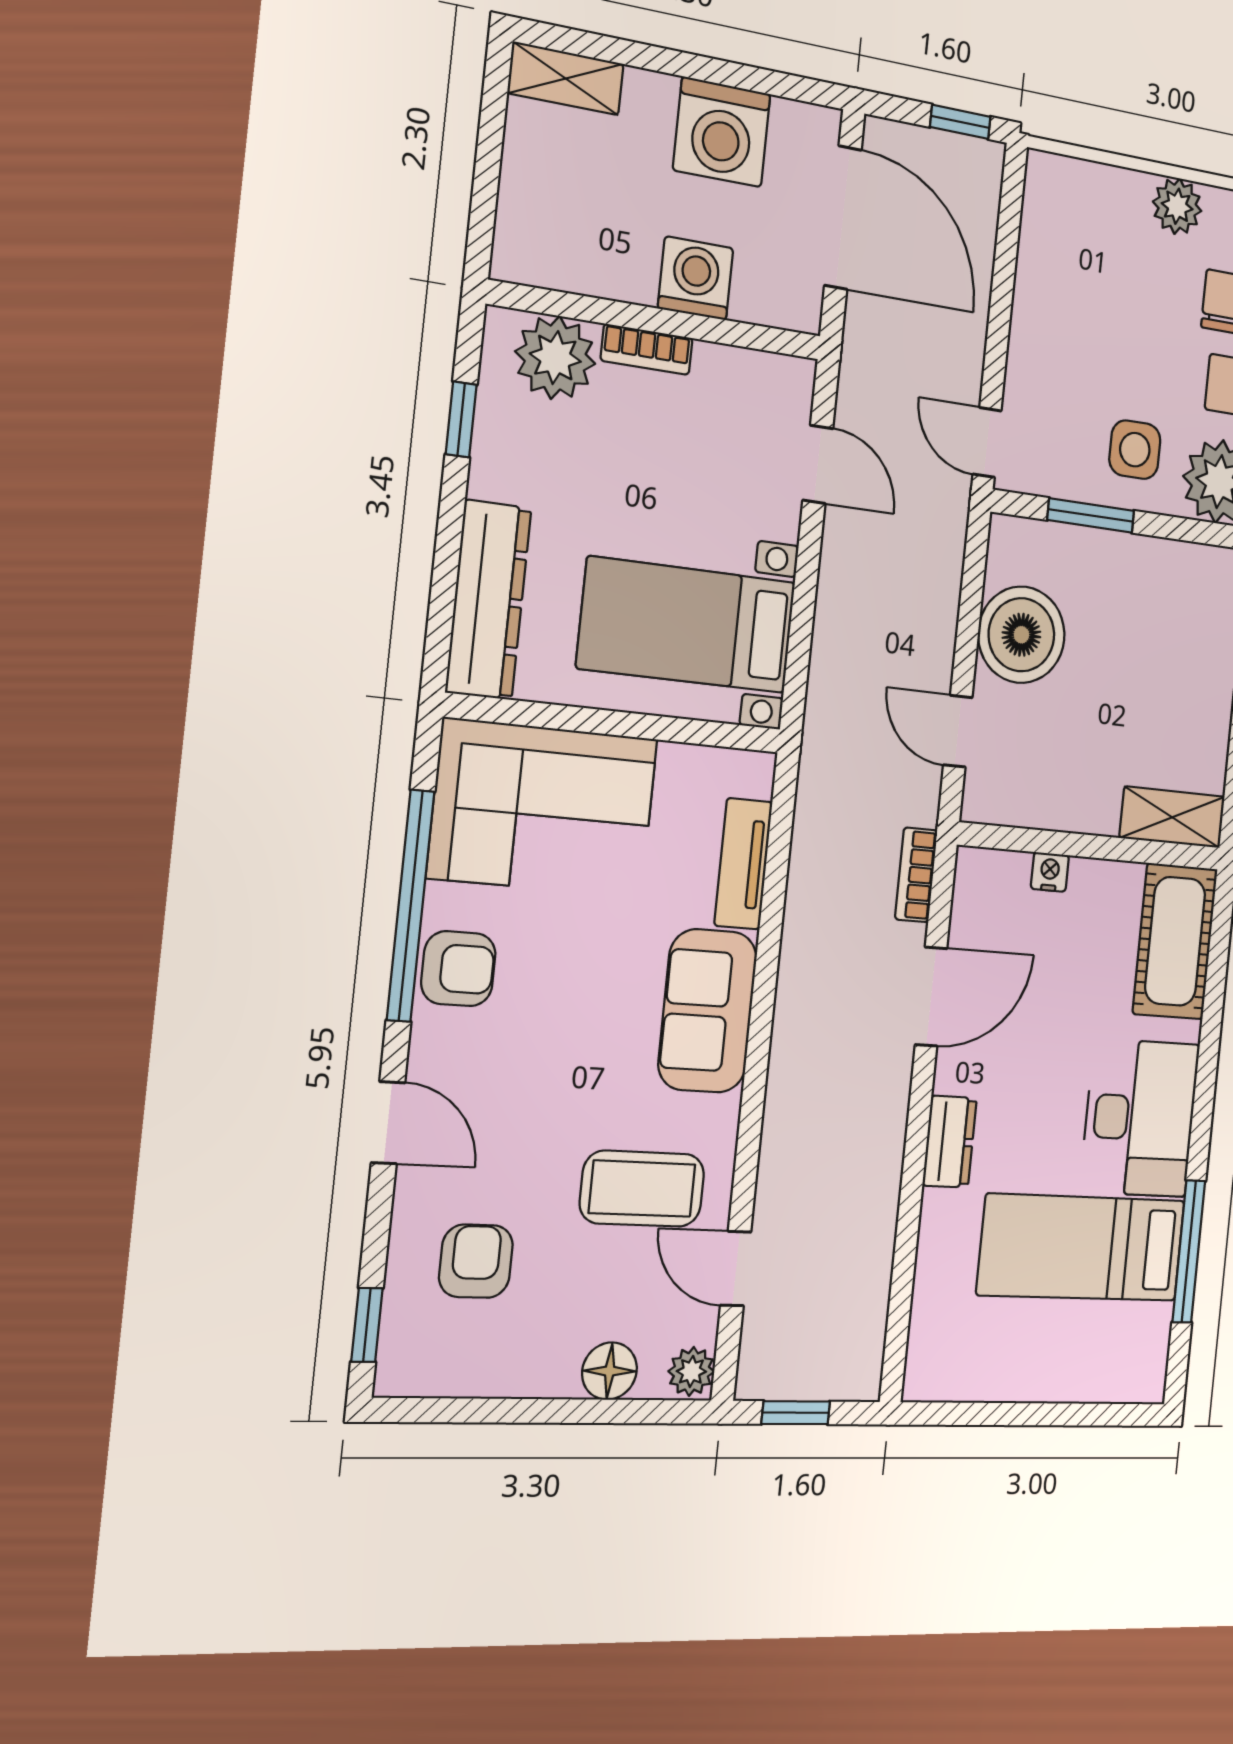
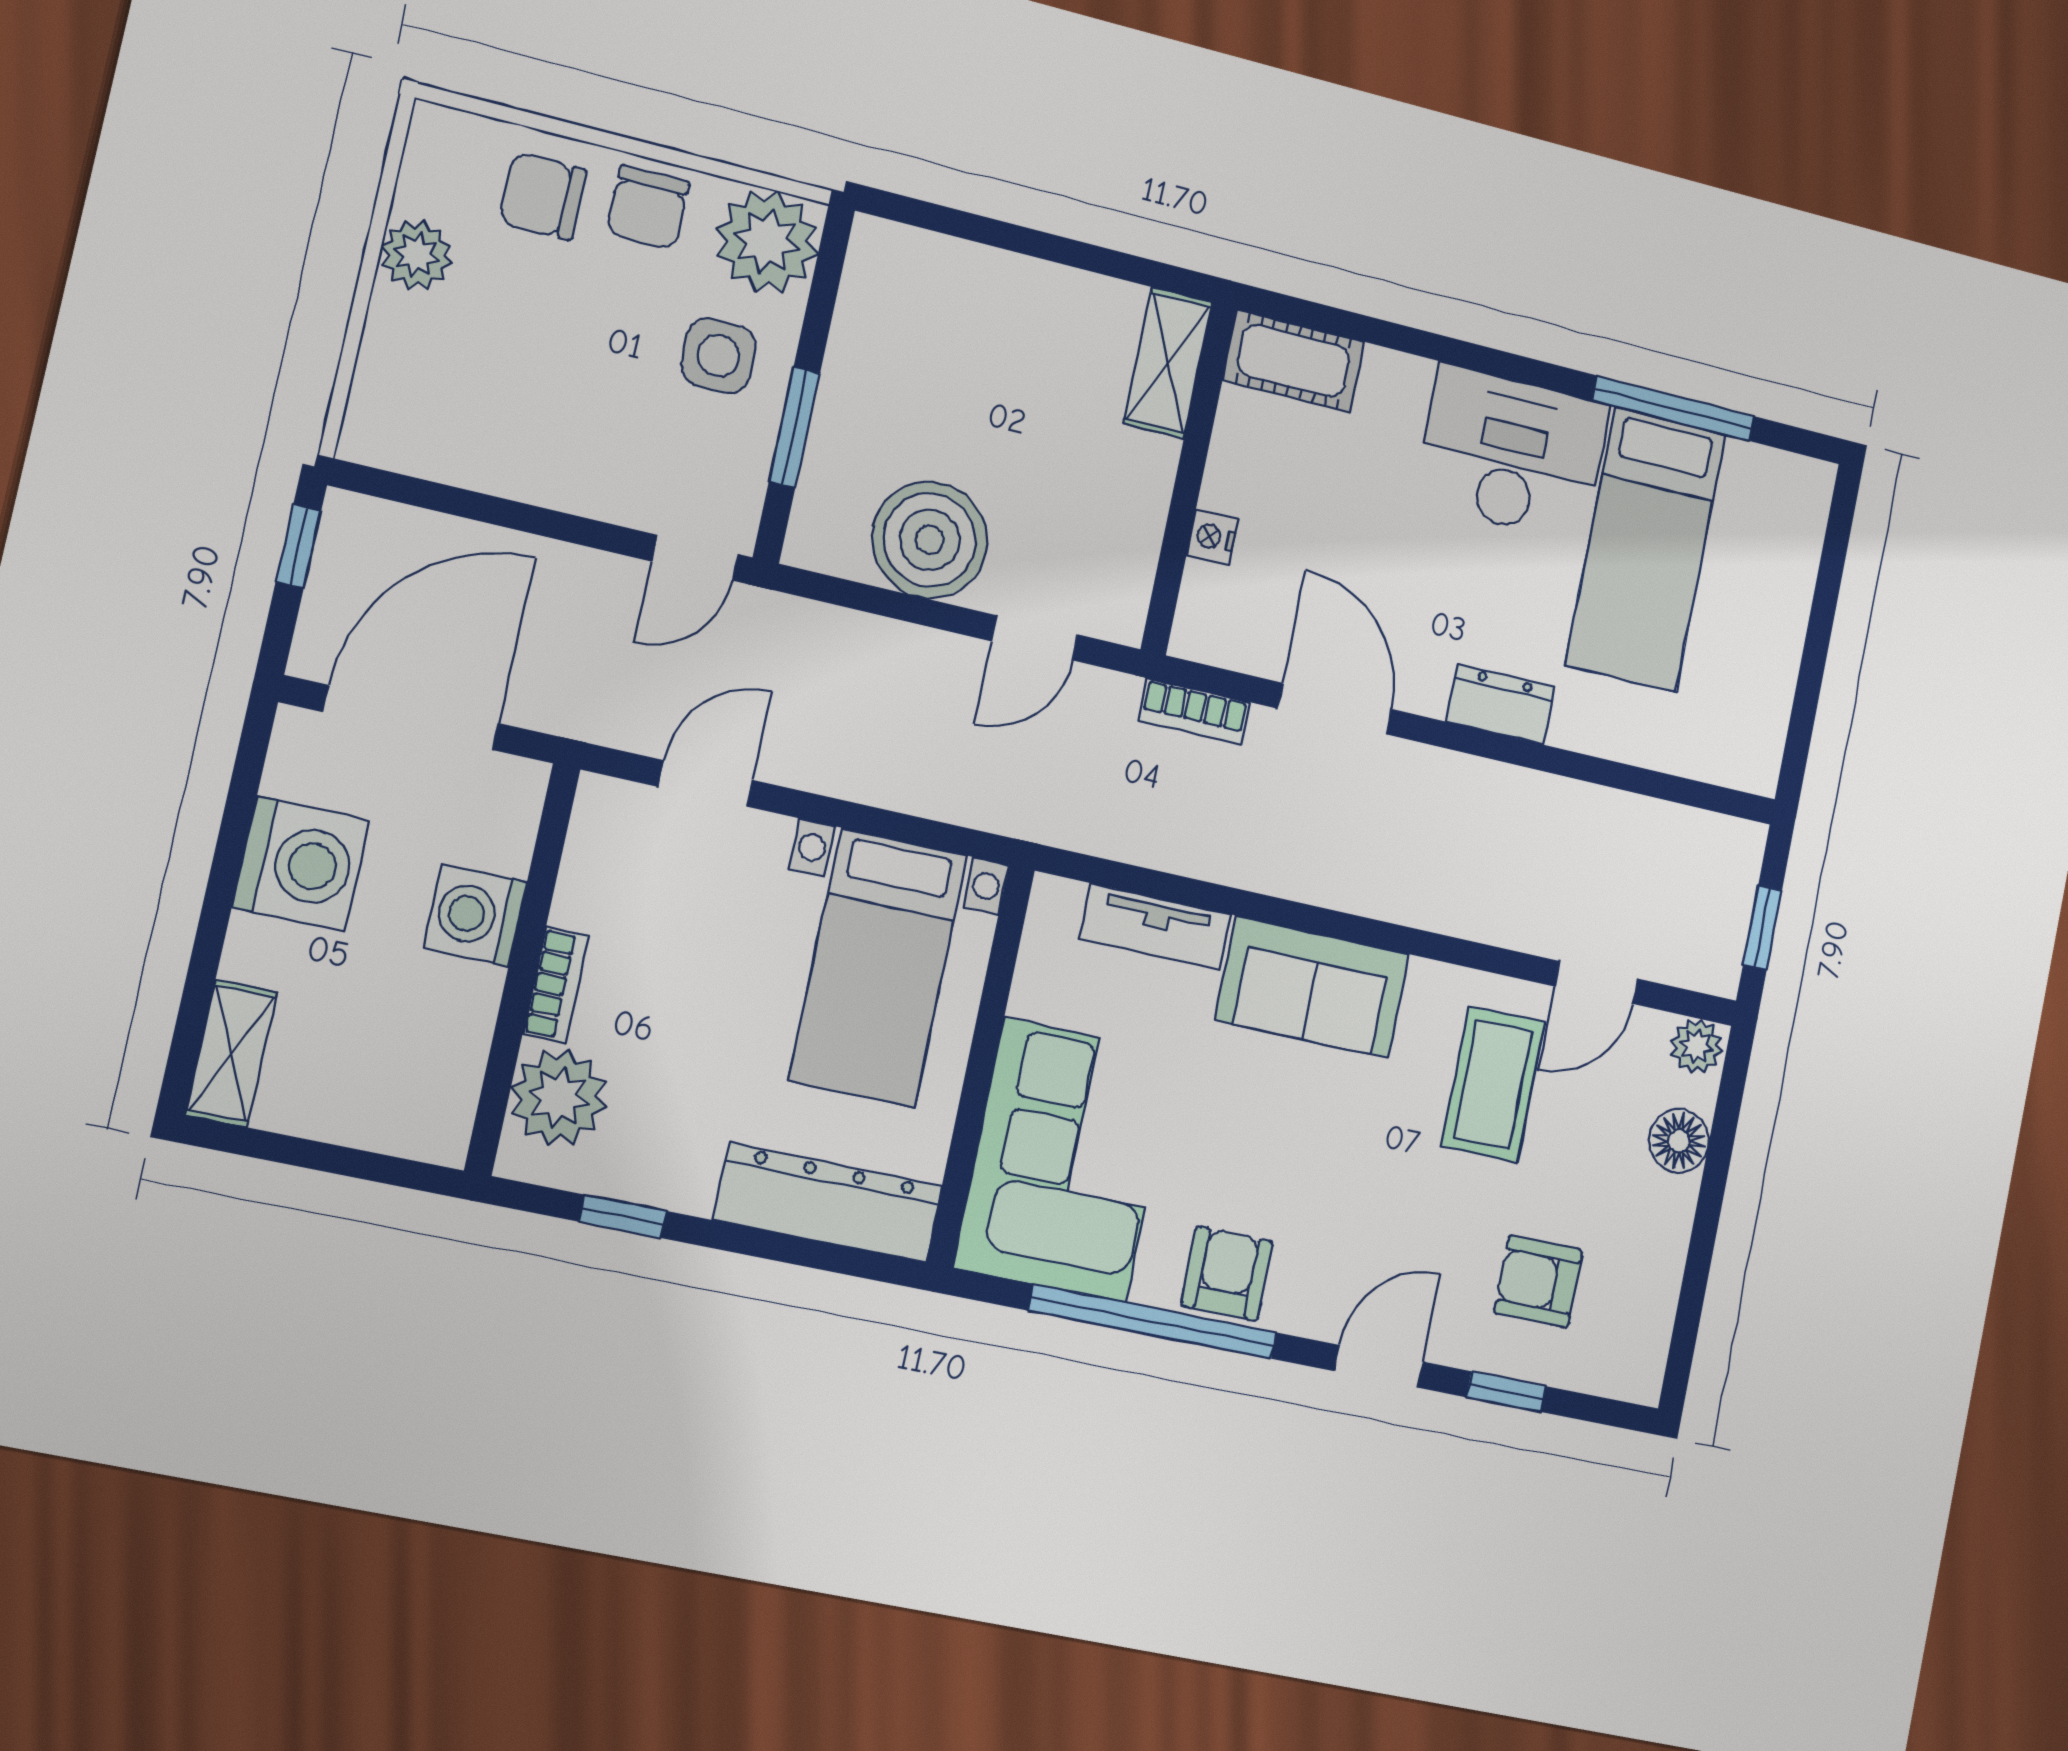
cot: (1175, 941) -> (1293, 361), width x0.73, depth x0.75
window: (367, 1325) -> (1506, 1392), moved

